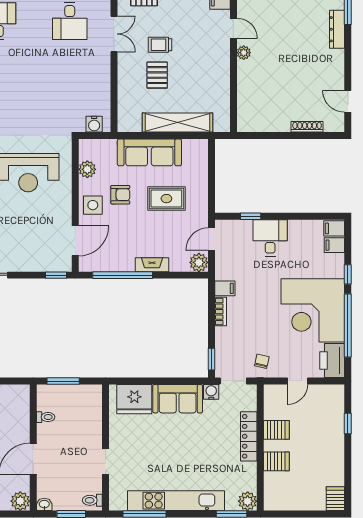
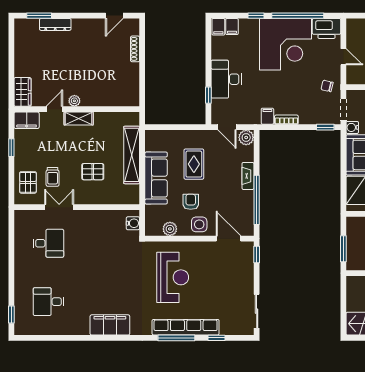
trolley: (160, 45) -> (53, 177), moved
shelving: (222, 58) -> (79, 119), added
desk: (270, 238) -> (226, 79), width x1.37

